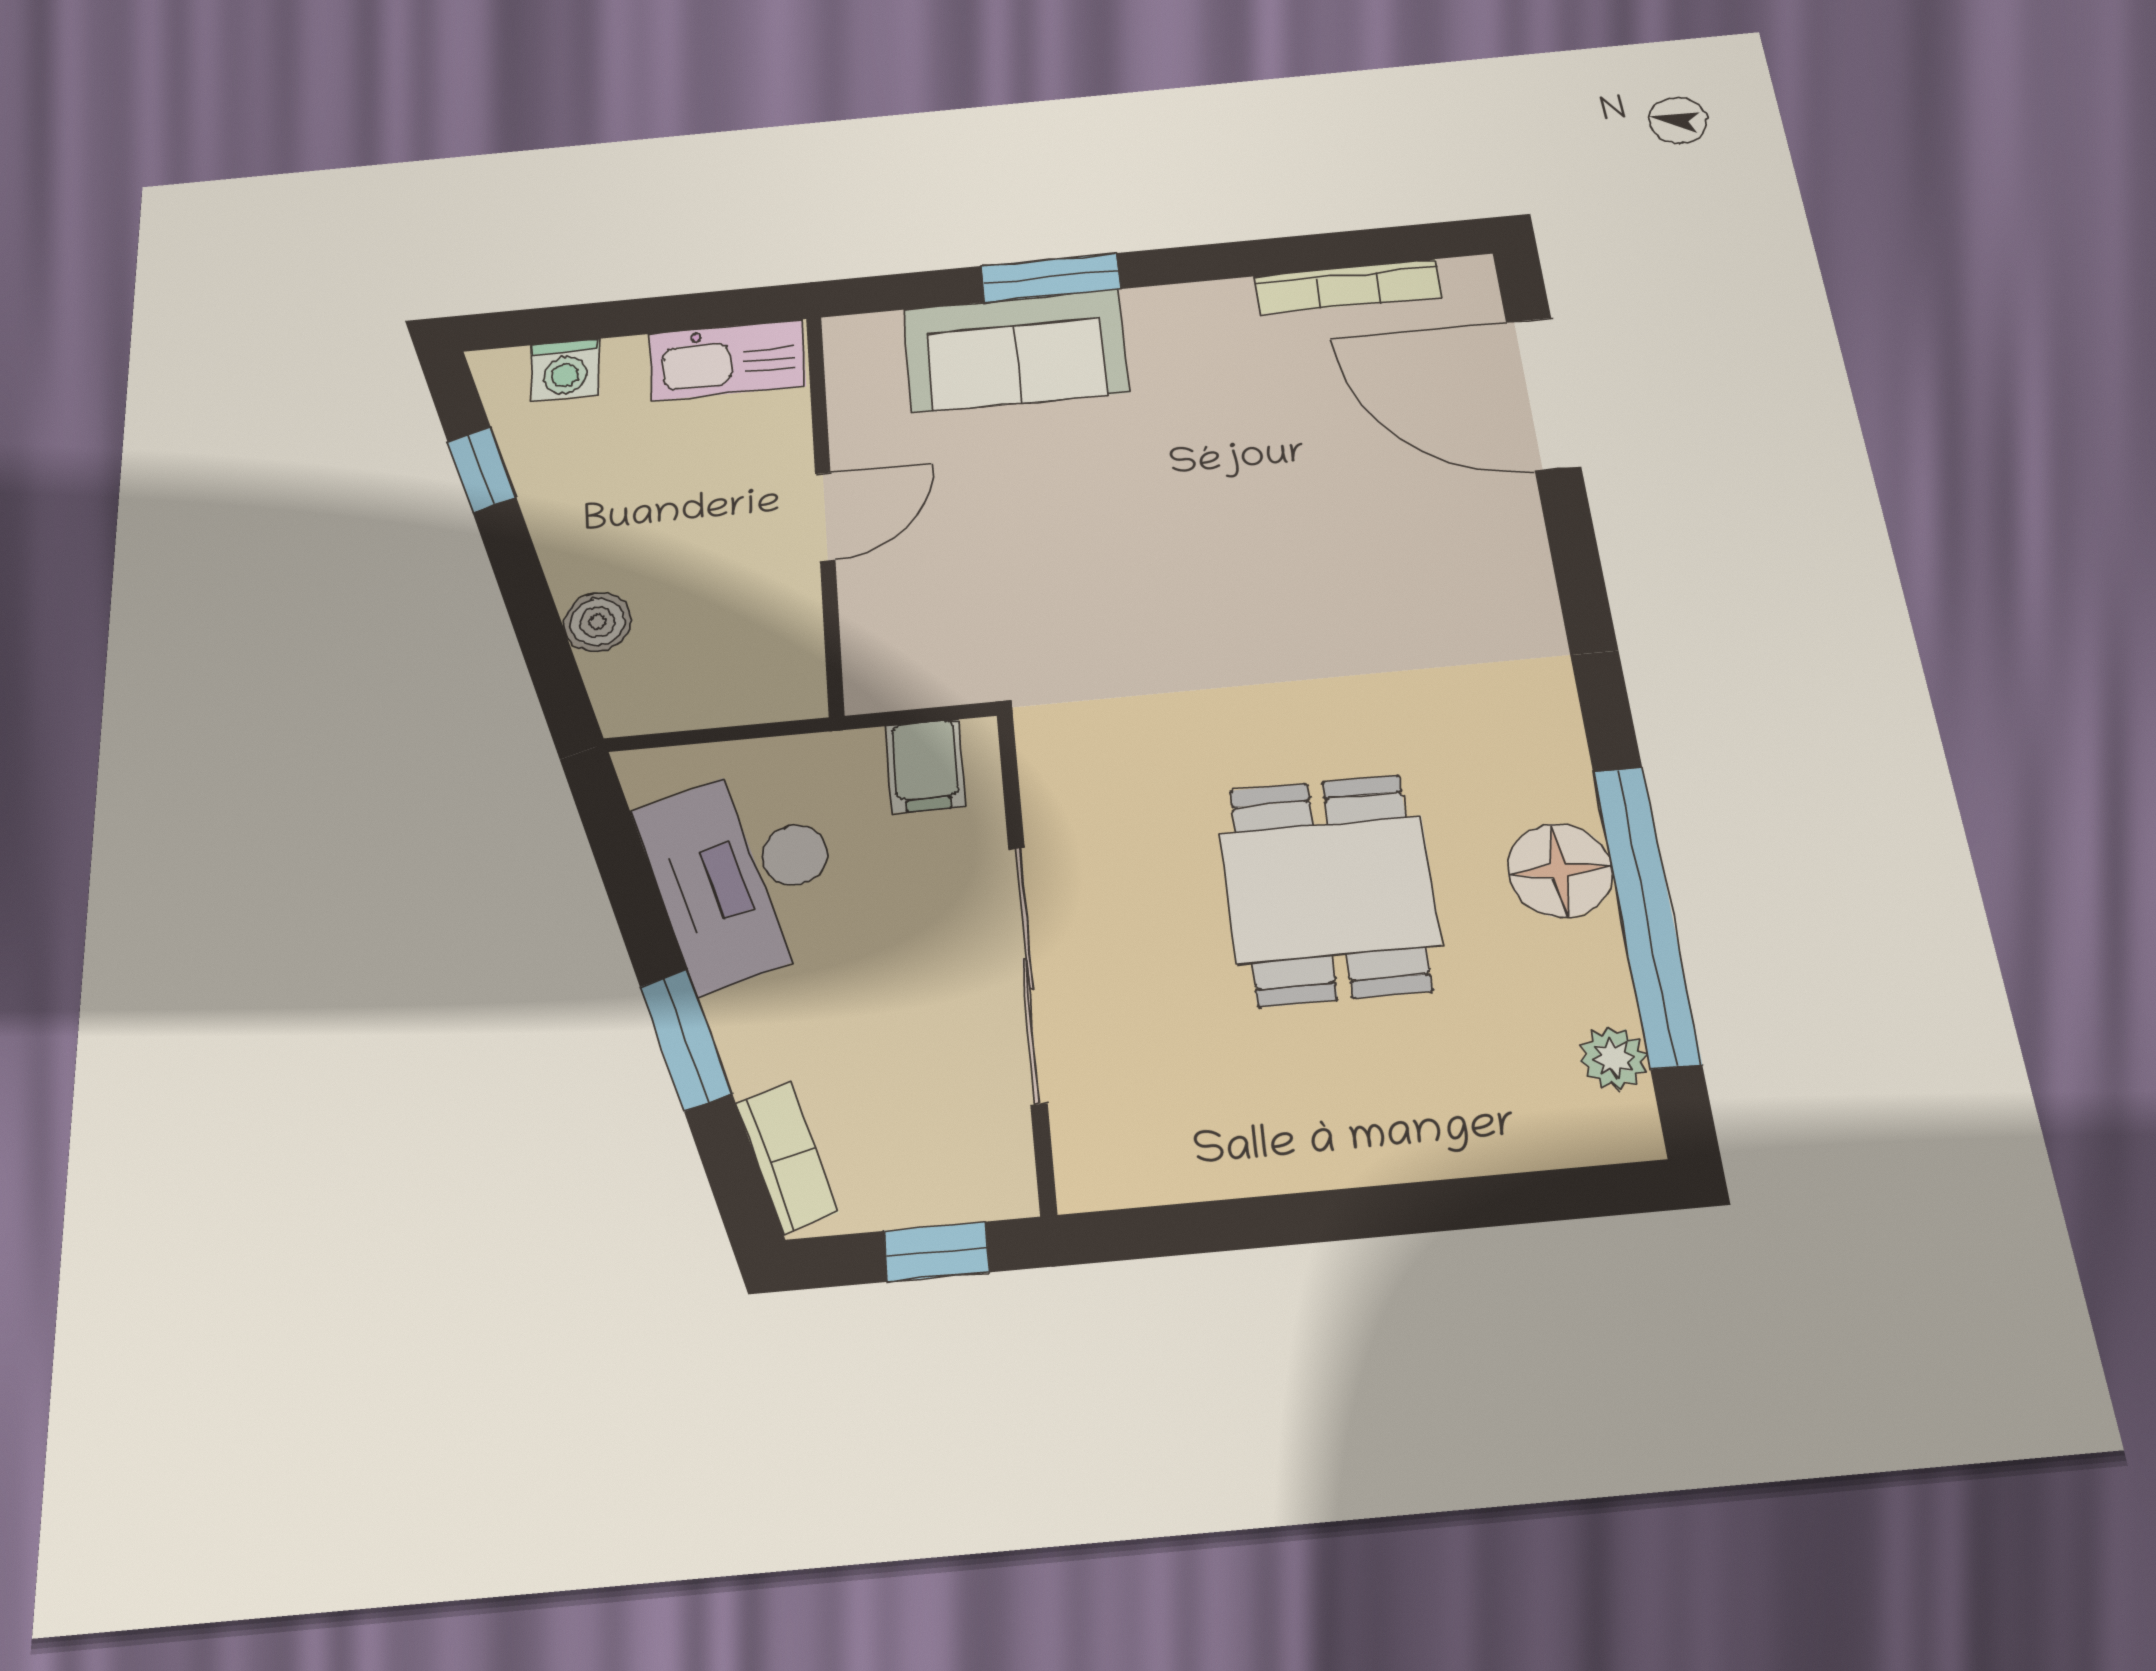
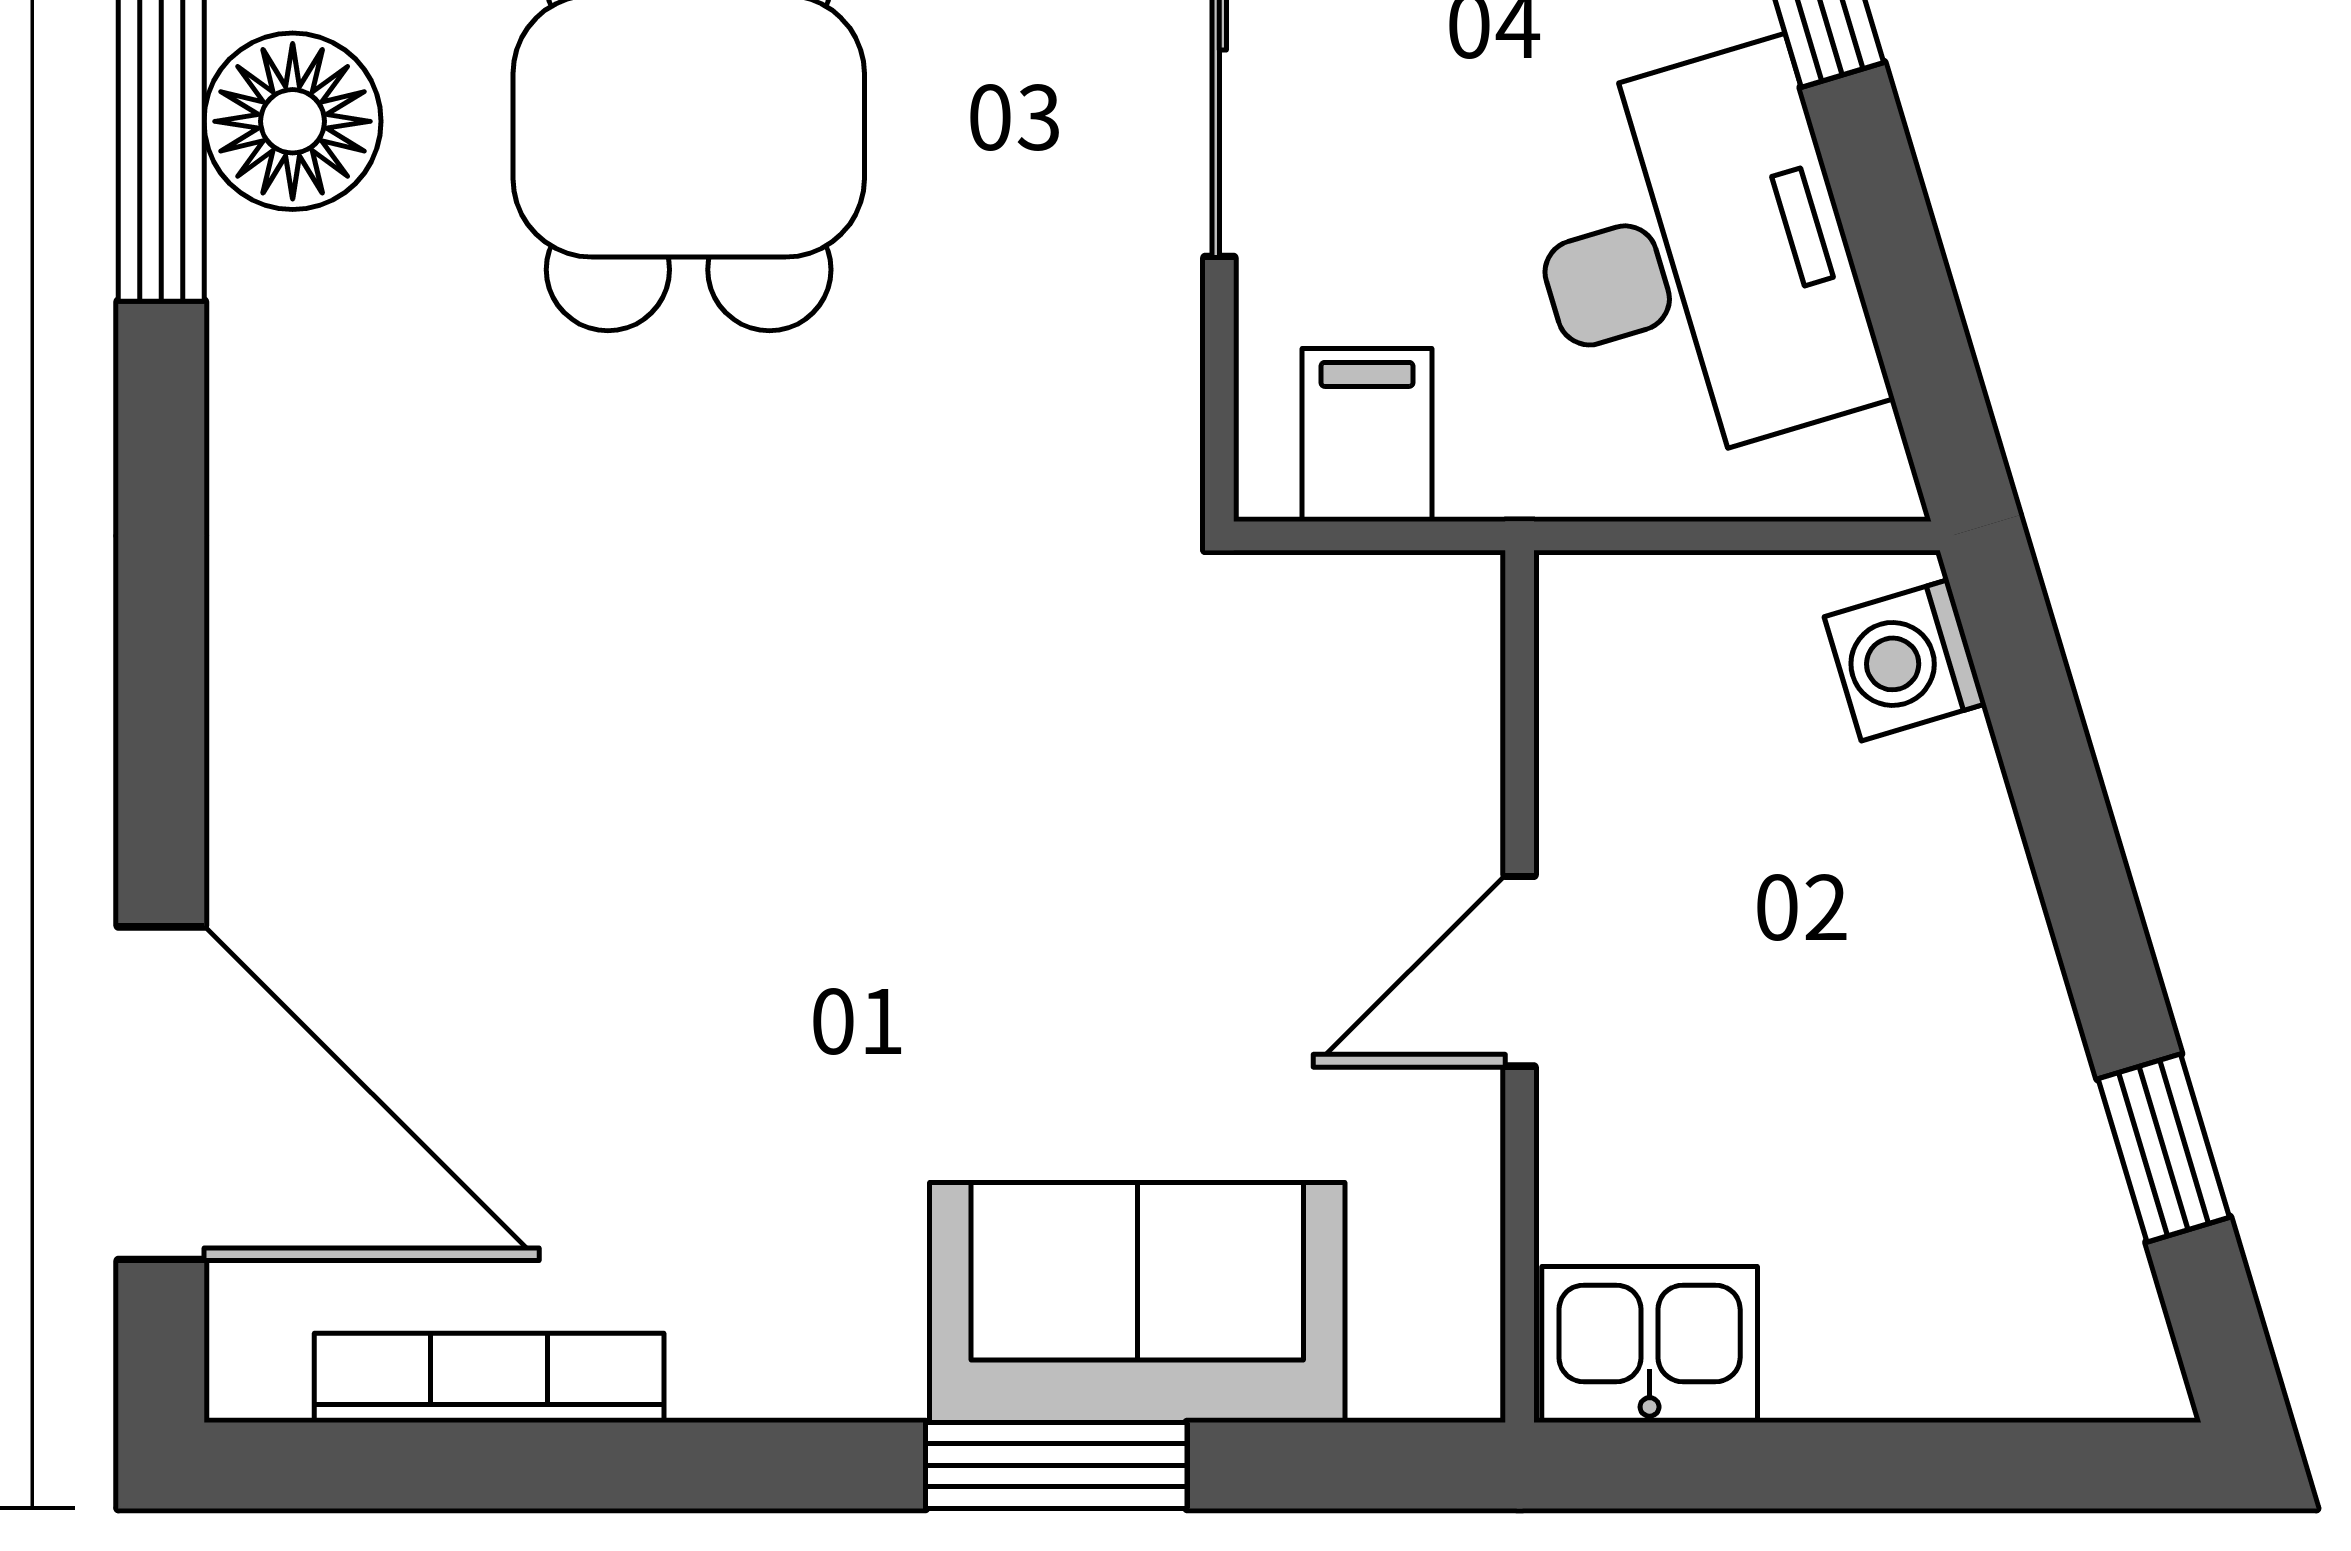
kitchen sink: (727, 360) -> (1650, 1344), width x0.73
washing machine: (565, 370) -> (1905, 660), moved, turned -107
boiler: (598, 622) -> (1948, 792), removed

